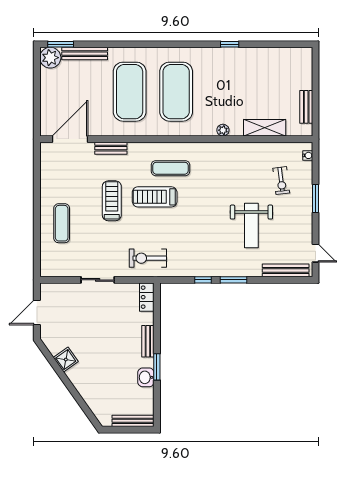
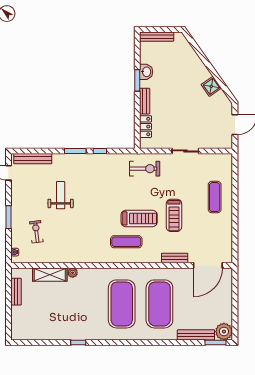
plant: (223, 130) -> (73, 273), moved
weight bench: (251, 226) -> (61, 195), width x0.73, depth x0.75
locker: (147, 297) -> (146, 127), moved

